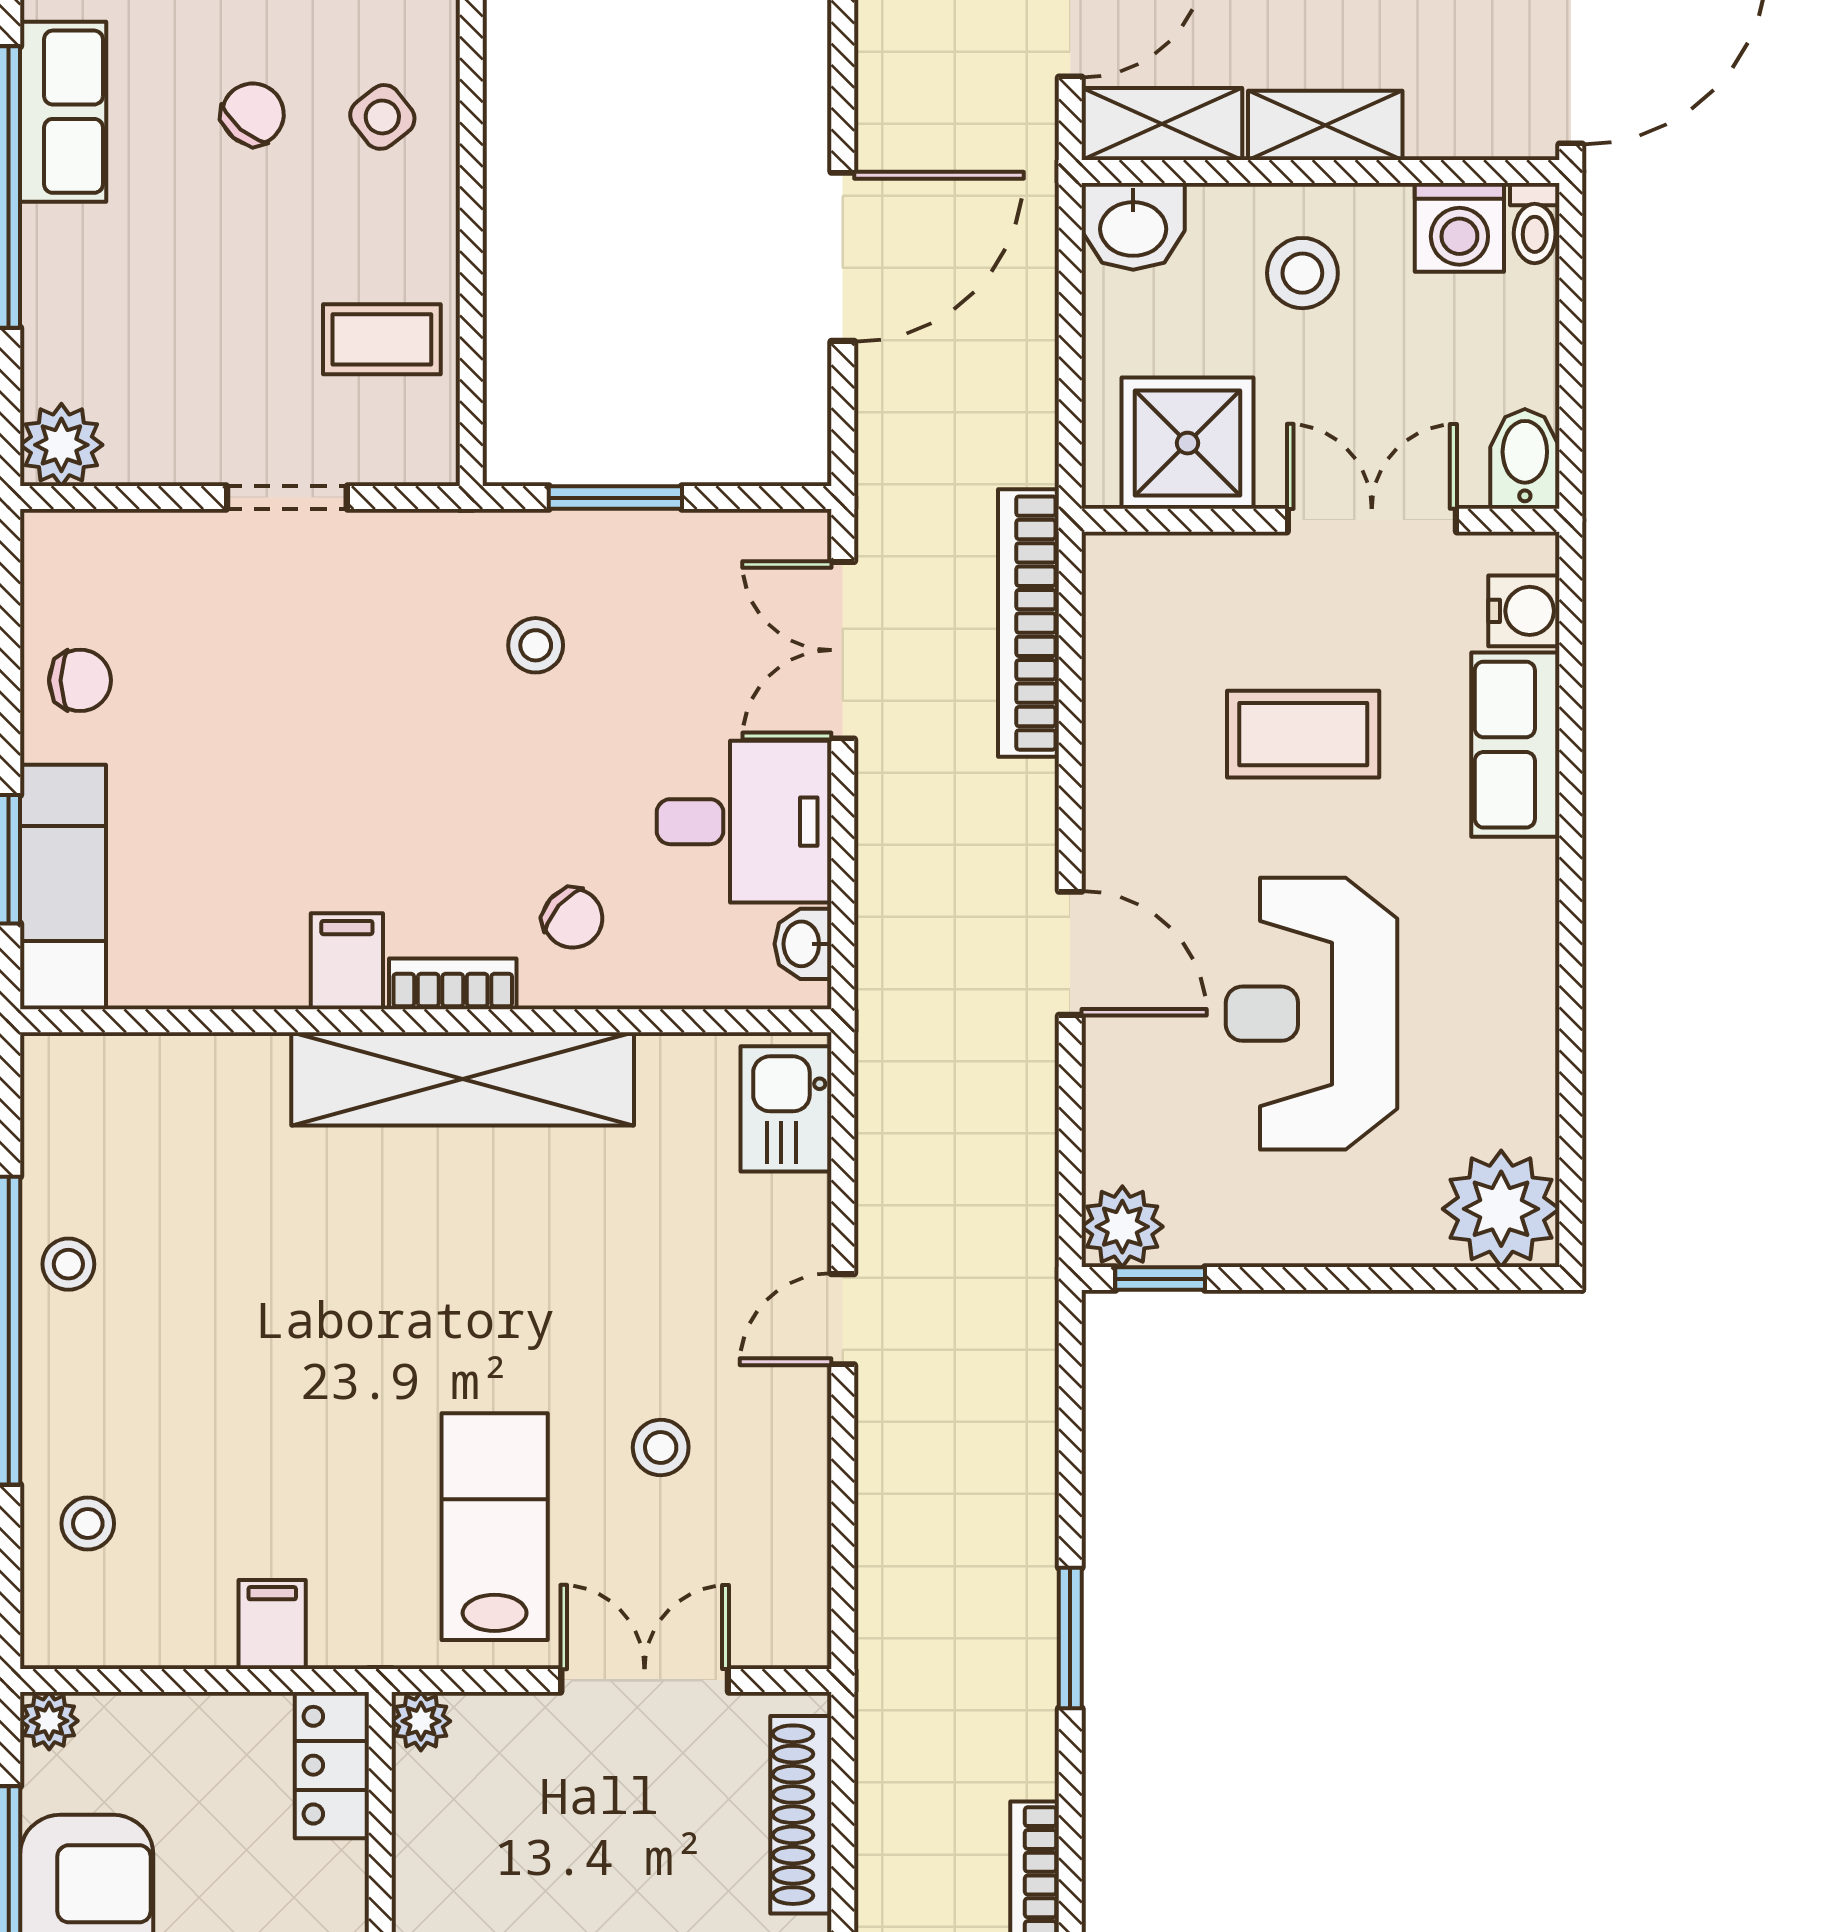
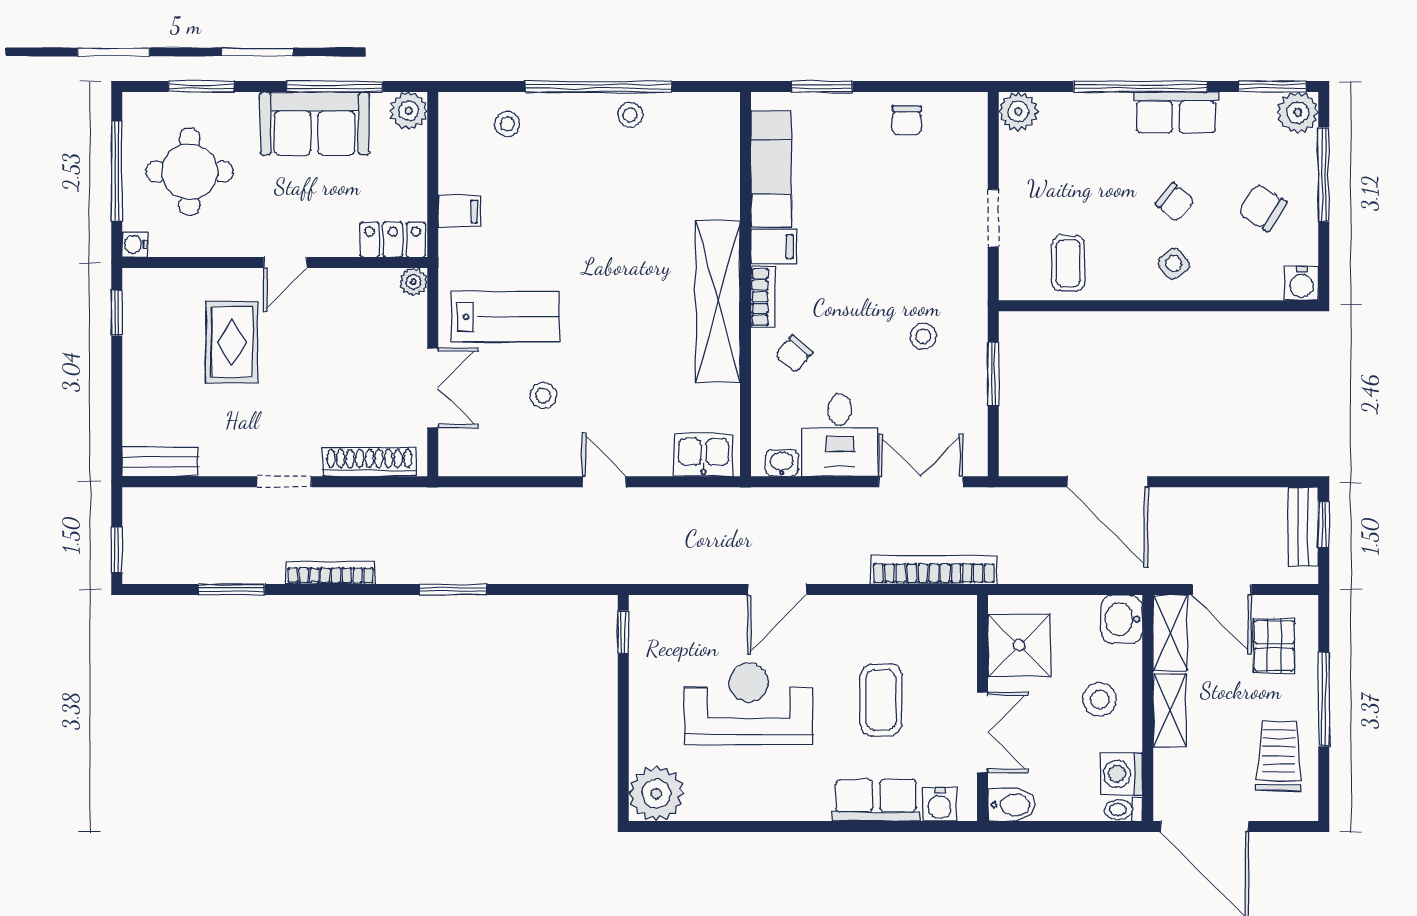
exam couch: (63, 887) -> (771, 169), moved, turned -90
plant: (1122, 1227) -> (648, 614), removed
plant: (49, 1721) -> (409, 111), width x1.38, depth x1.38

